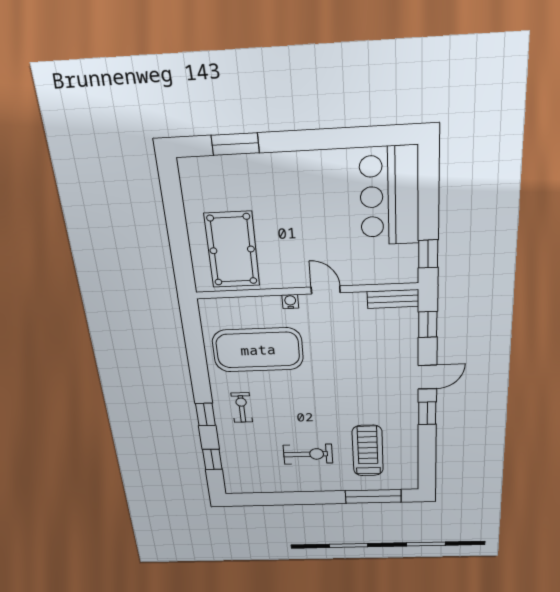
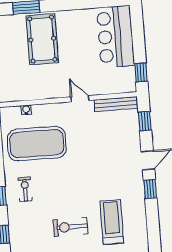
pool table: (232, 250) -> (42, 39), moved
bench: (393, 299) -> (116, 104), width x1.36
water cooler: (290, 301) -> (26, 110), moved
exercise bike: (308, 454) -> (70, 227), turned 180

